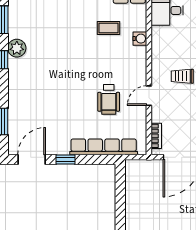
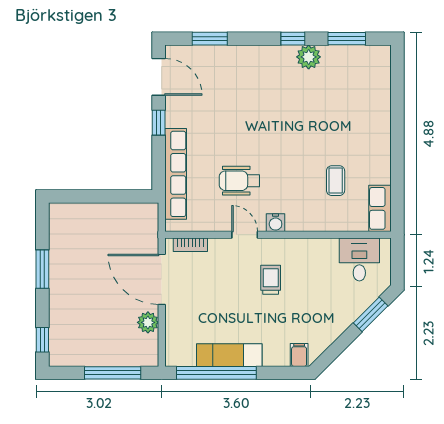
water cooler: (140, 39) -> (276, 223), moved

